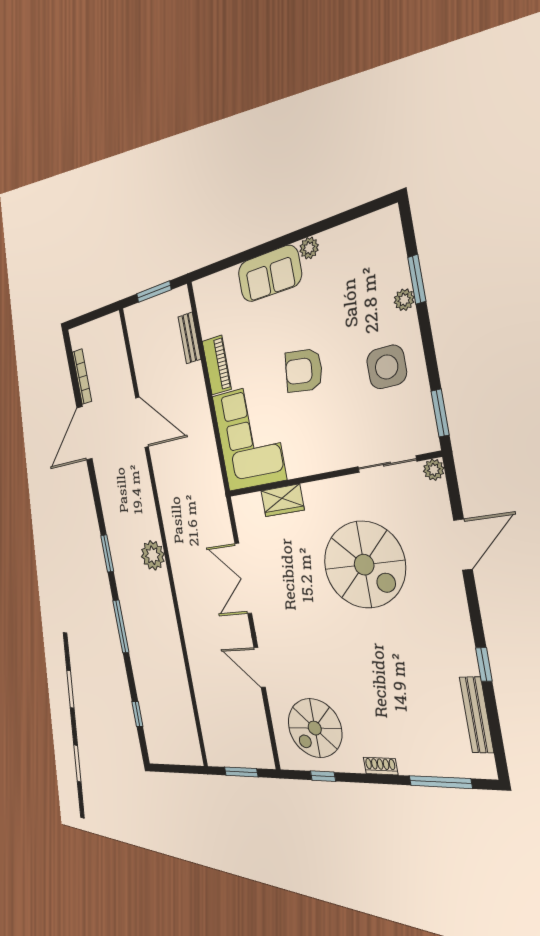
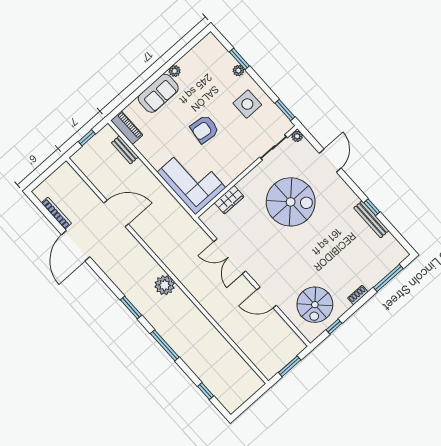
window: (154, 292) -> (87, 138), width x0.67
piano: (217, 365) -> (127, 128), moved
bench: (477, 715) -> (371, 219), moved

